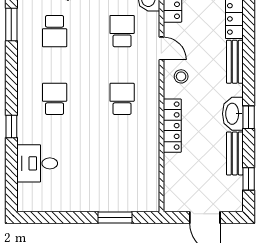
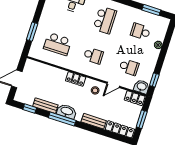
school desk: (55, 99) -> (105, 20), width x1.85
window: (249, 117) -> (62, 119), width x2.17
locker: (172, 126) -> (76, 79), width x0.66
school desk: (122, 167) -> (58, 44), added

